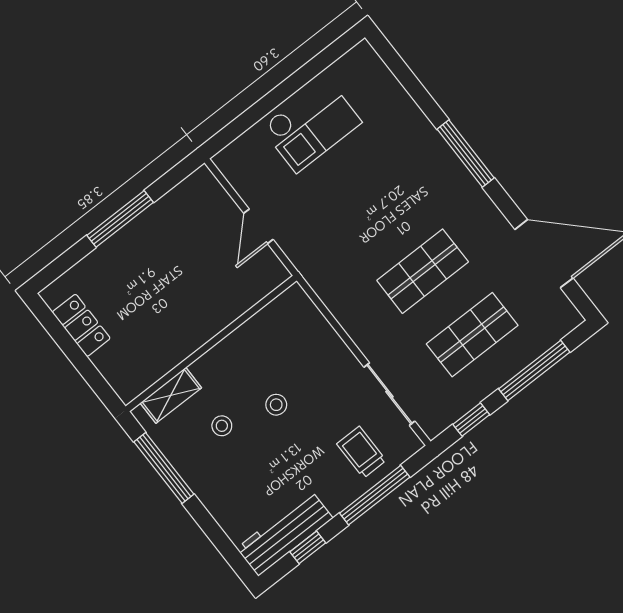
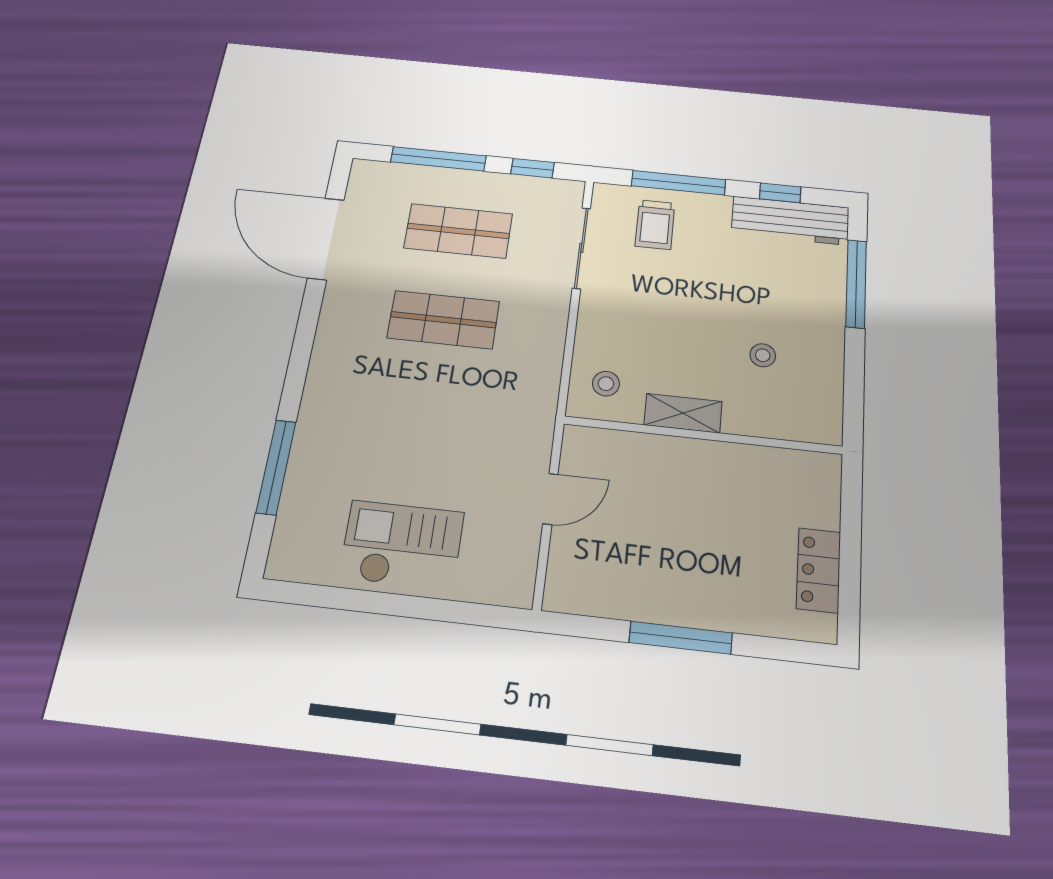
window: (466, 154) -> (276, 467), moved
shelving: (171, 395) -> (683, 413), moved
stool: (276, 405) -> (606, 384), moved
window: (164, 468) -> (856, 284), moved

